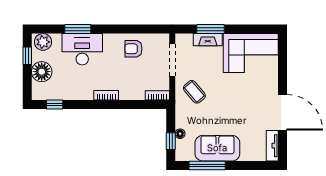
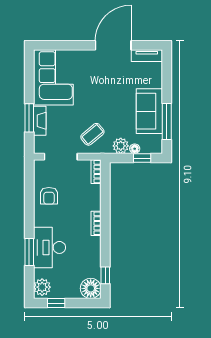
floor lamp: (42, 72) -> (91, 288), moved
plant: (183, 120) -> (121, 146), added

